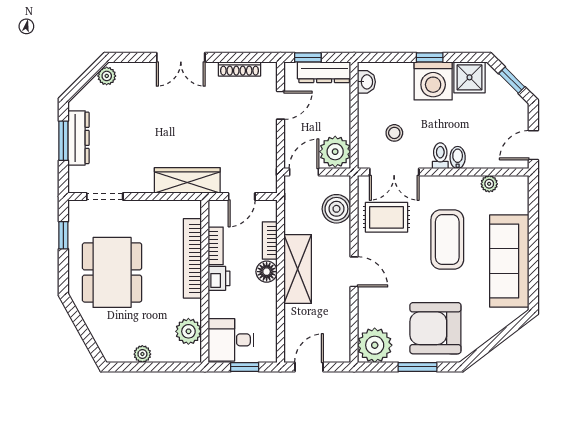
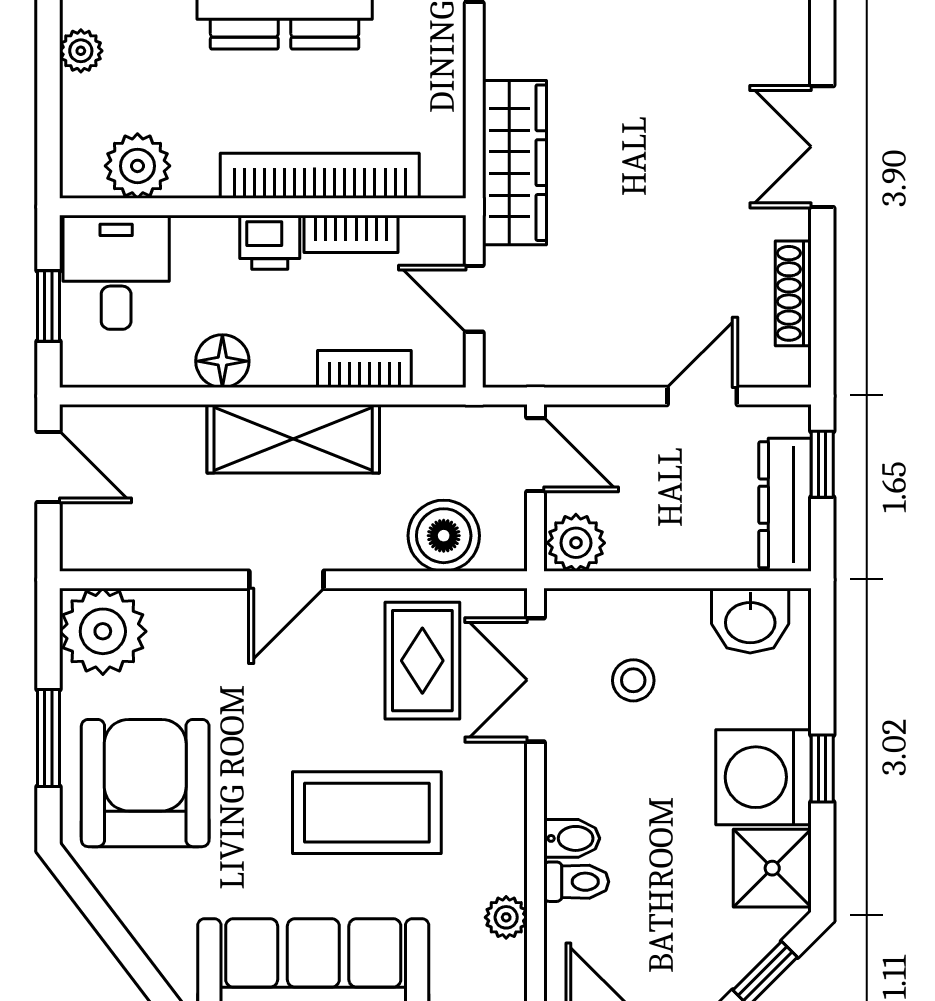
washbasin: (366, 82) -> (750, 621), width x1.38, depth x1.45
door: (281, 105) -> (702, 396), swing flipped
plant: (335, 152) -> (576, 543), width x0.73, depth x0.73
toilet: (440, 156) -> (576, 882), moved
floor lamp: (267, 272) -> (222, 361), moved

